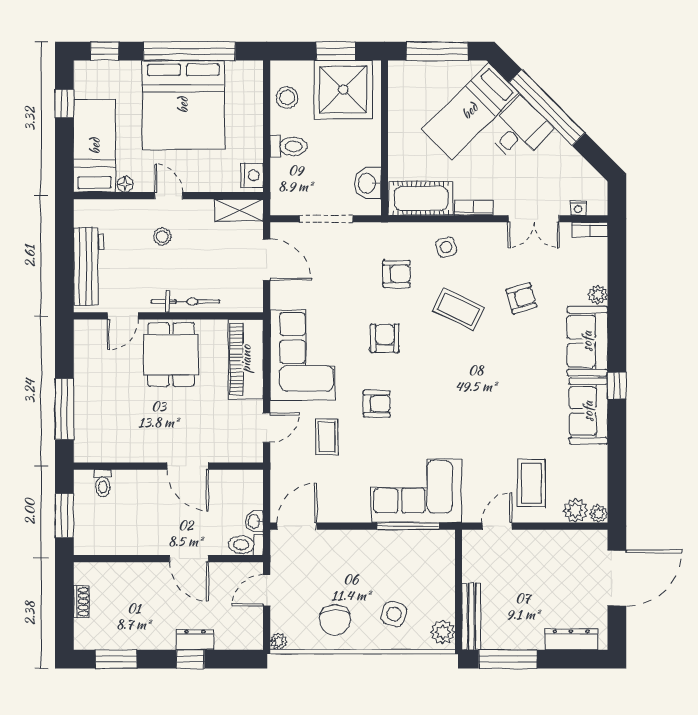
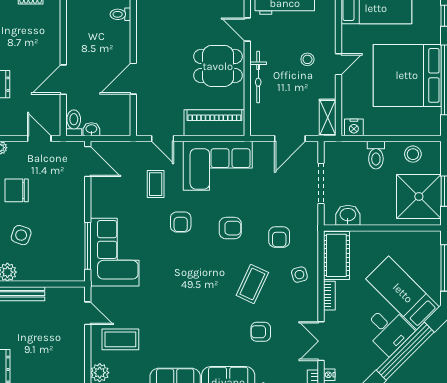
floor lamp: (125, 184) -> (347, 31), removed
armchair: (521, 298) -> (261, 332), turned 106
coffee table: (327, 437) -> (156, 184), turned 90

